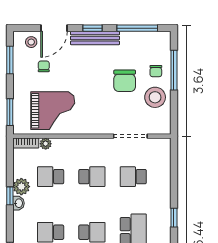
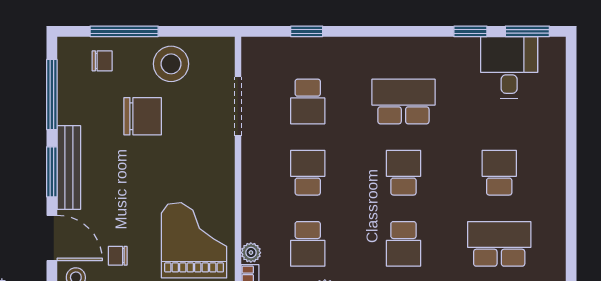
window: (92, 28) -> (52, 172), width x1.50
chair: (156, 71) -> (102, 61), moved
window: (174, 218) -> (307, 31), moved

